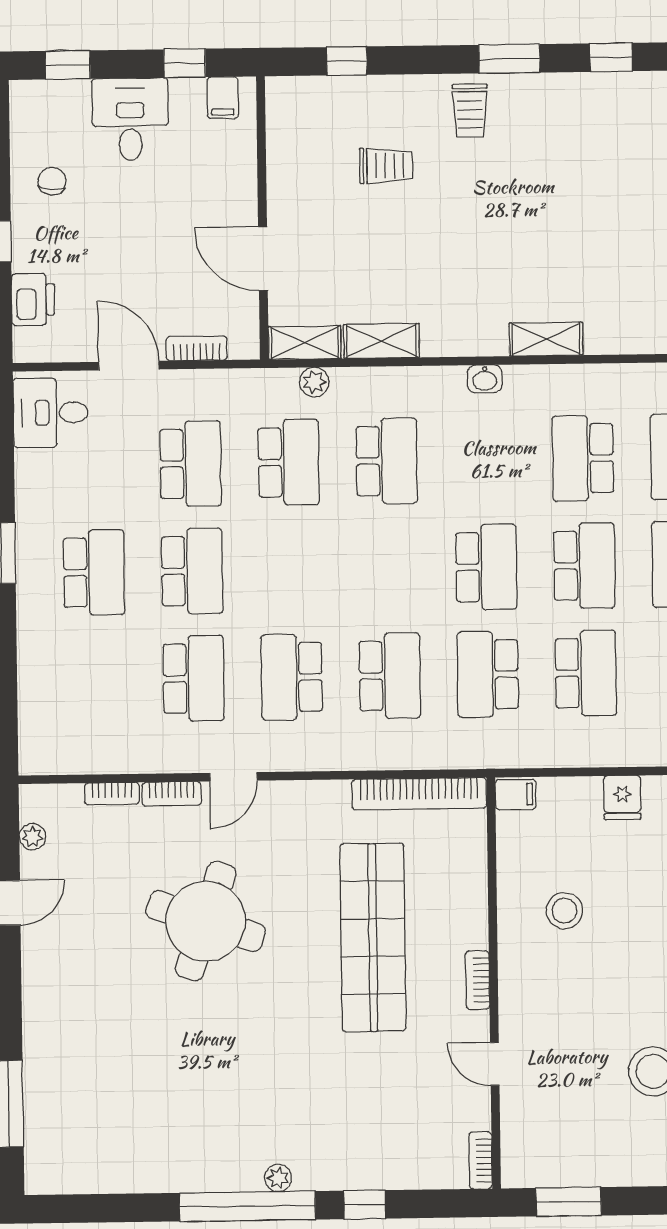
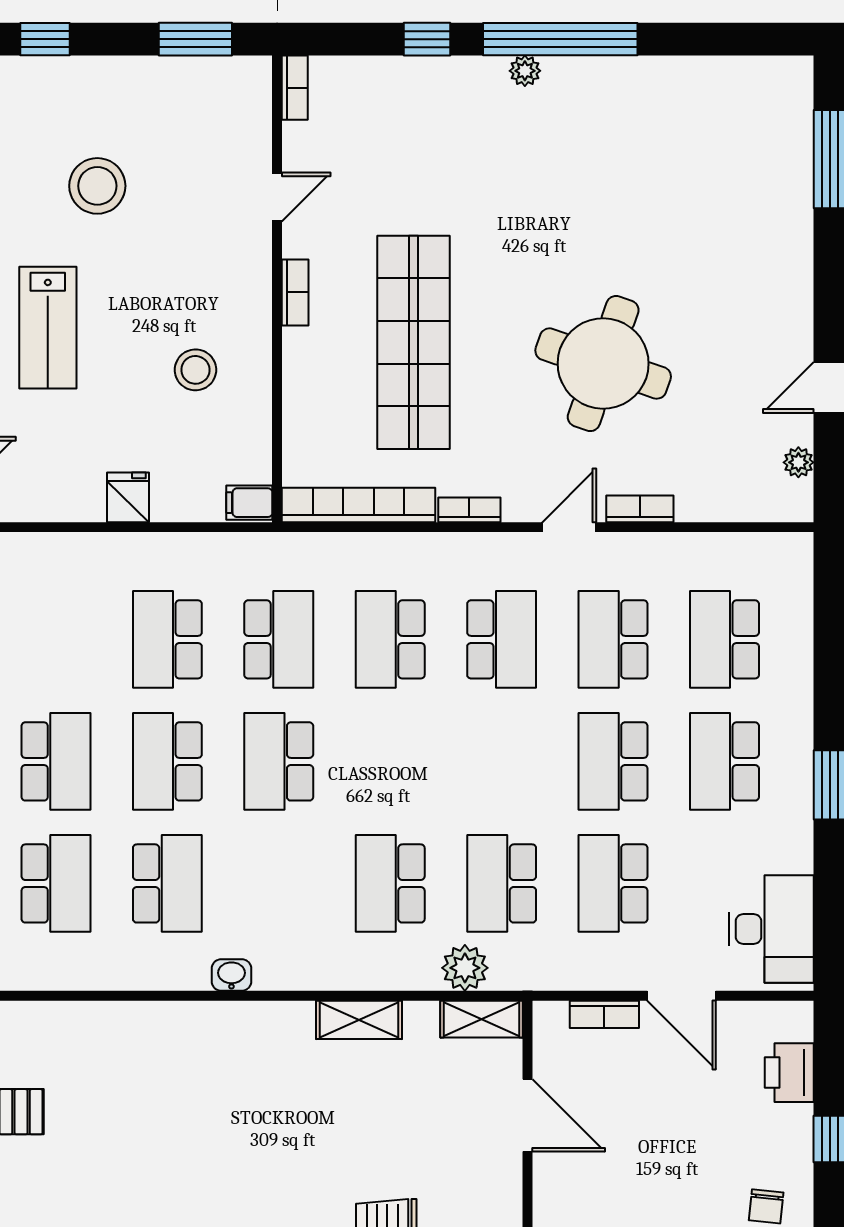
shelving: (546, 339) -> (207, 1019), removed
shelving: (381, 341) -> (359, 1020), moved
washbasin: (485, 379) -> (231, 975), moved
plant: (314, 382) -> (465, 968), width x1.38, depth x1.38
desk: (51, 413) -> (771, 929), width x1.37
school desk: (95, 680) -> (724, 639), added
bookcase: (112, 794) -> (469, 510), moved
door: (495, 1064) -> (277, 197), hinge flipped

